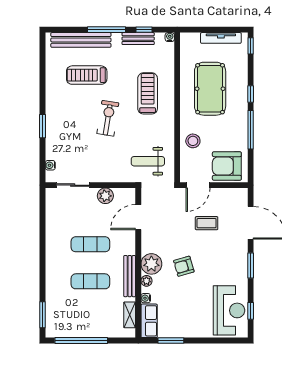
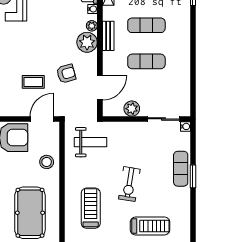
treadmill: (148, 93) -> (91, 208), turned 180
exercise mat: (55, 134) -> (181, 169), added
water cooler: (50, 165) -> (185, 126), moved
armchair: (184, 266) -> (66, 74), moved
bench: (130, 276) -> (108, 36), width x0.73

